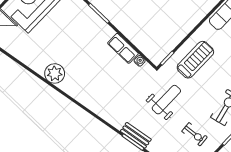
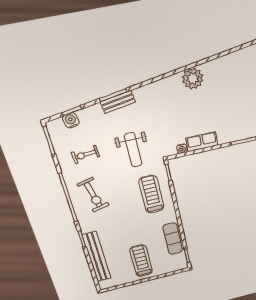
treadmill: (195, 60) -> (151, 194), turned 180
plant: (55, 73) -> (193, 79), moved

